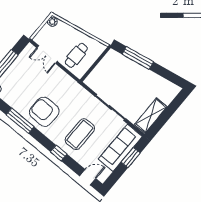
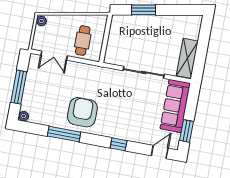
window: (138, 58) -> (143, 10), width x0.69
armchair: (44, 112) -> (82, 112), turned 89
coffee table: (80, 134) -> (129, 115), removed
window: (131, 158) -> (187, 131), moved

